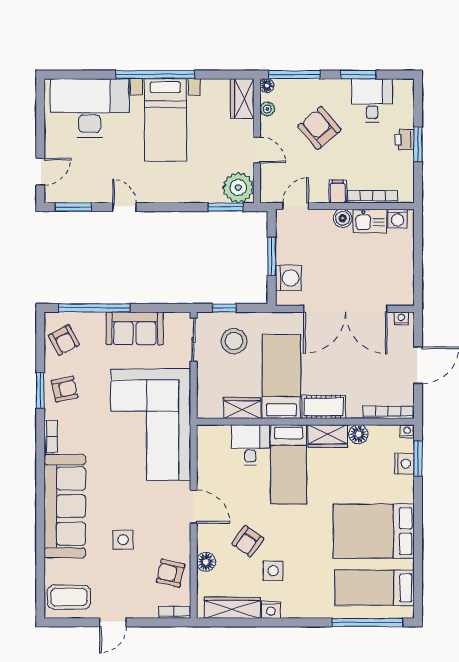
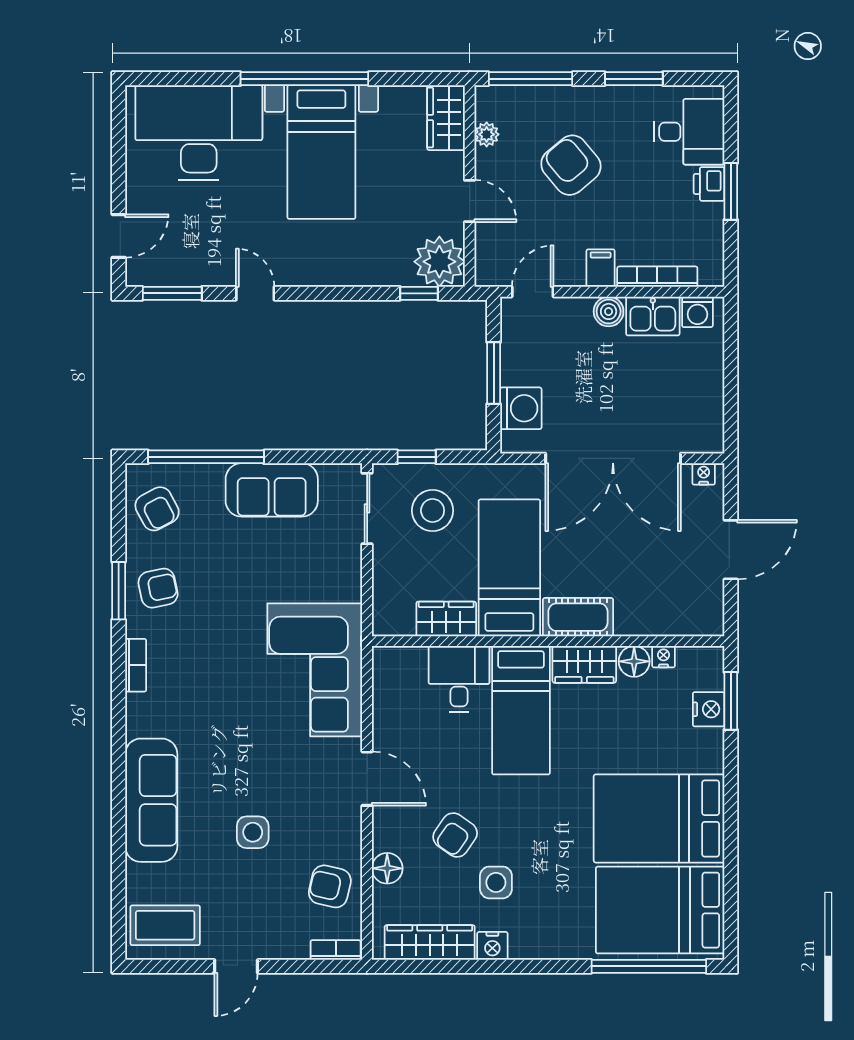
floor lamp: (267, 86) -> (486, 96), removed
desk: (372, 100) -> (689, 132), moved, turned 90
window: (226, 207) -> (419, 293), width x0.67
bookcase: (388, 412) -> (682, 626), removed
corner sofa: (151, 425) -> (315, 670), width x0.73, depth x0.74
nightstand: (407, 431) -> (664, 657), moved
sofa: (65, 506) -> (151, 800), width x0.74, depth x0.79
bed: (374, 588) -> (660, 910), width x1.50

